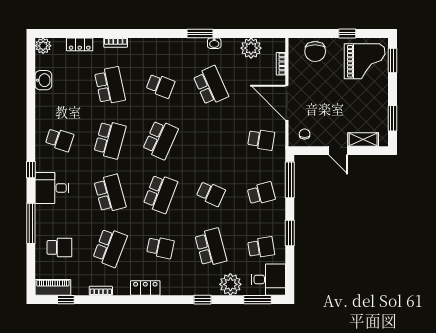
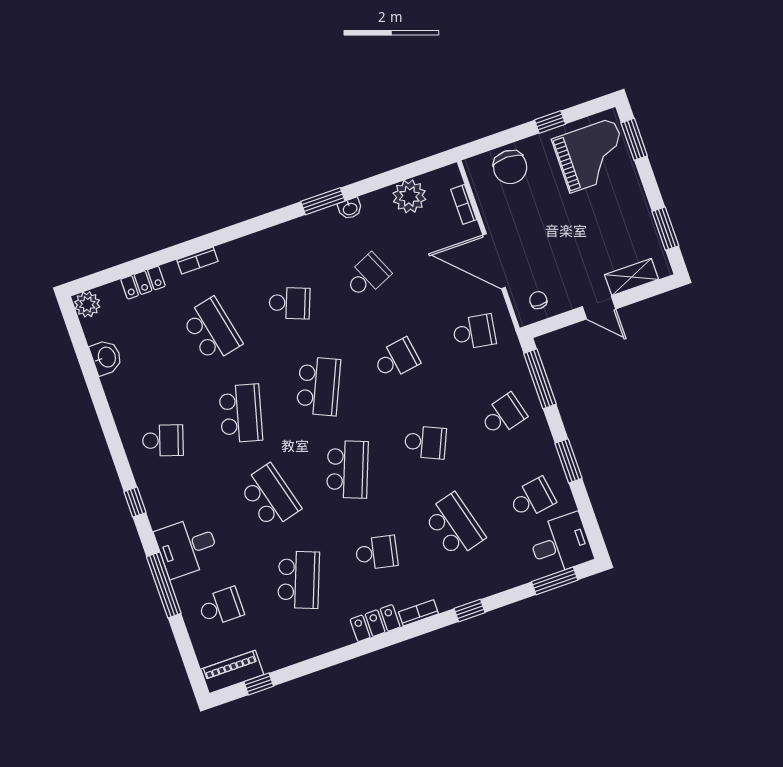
school desk: (211, 86) -> (367, 276), width x0.54
school desk: (211, 140) -> (396, 359), added
desk: (52, 188) -> (187, 547), moved
plant: (230, 284) -> (505, 572), removed
bookcase: (101, 291) -> (419, 613), moved

